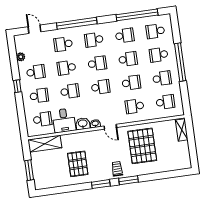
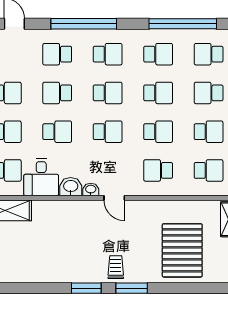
school desk: (94, 40) -> (108, 54), turned 180
pallet: (142, 146) -> (182, 250), moved
pallet: (78, 164) -> (54, 250), removed

